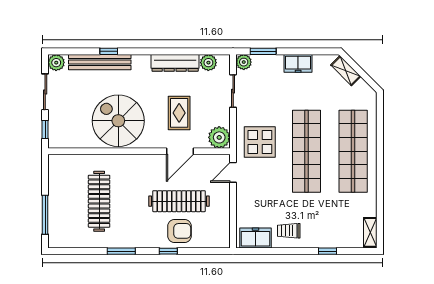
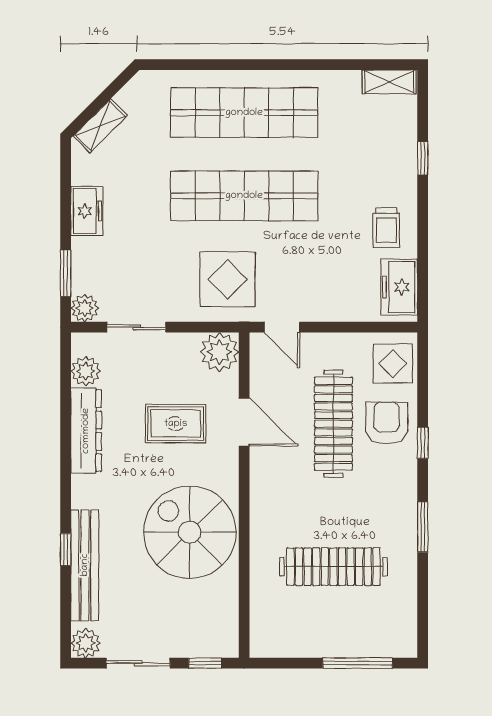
spiral stairs: (118, 121) -> (190, 532), turned 90
display table: (213, 234) -> (393, 364), added

